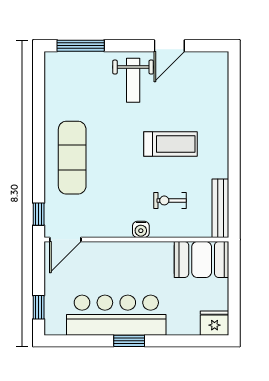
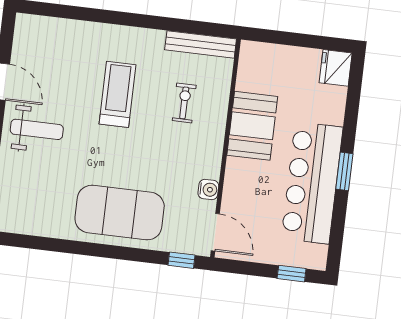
exercise mat: (72, 158) -> (120, 213), width x1.47
exercise bike: (170, 200) -> (184, 103), turned 180
water cooler: (141, 229) -> (208, 190), moved
booth: (202, 259) -> (252, 126), moved

